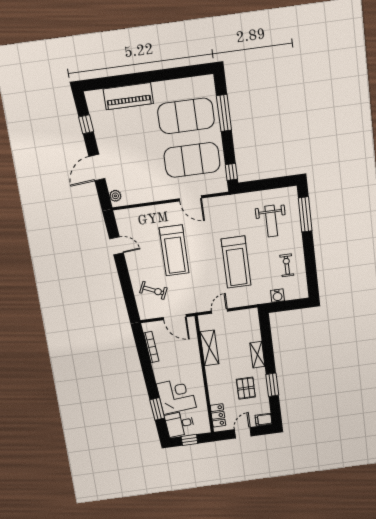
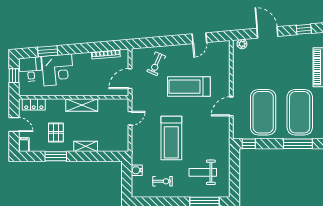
treadmill: (236, 262) -> (171, 138), turned -90
door: (220, 311) -> (130, 118), hinge flipped
shelving: (209, 348) -> (82, 105), moved
pallet: (246, 388) -> (56, 132), turned 90

